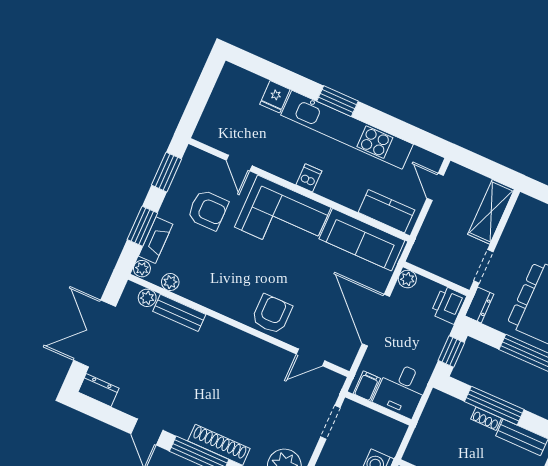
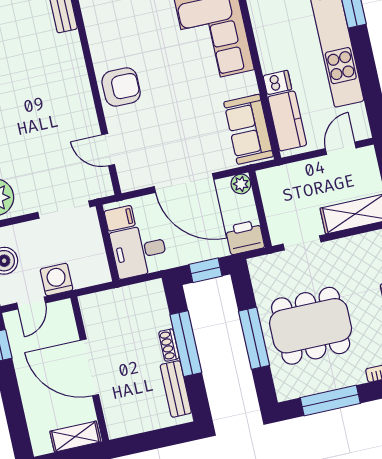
dishwasher: (309, 178) -> (277, 82), moved
sofa: (362, 240) -> (249, 129), width x0.73
dresser: (479, 305) -> (265, 265), removed
door: (376, 320) -> (184, 183), swing flipped
doorway: (330, 422) -> (64, 210), width x1.38

